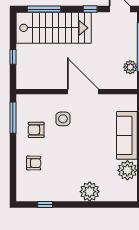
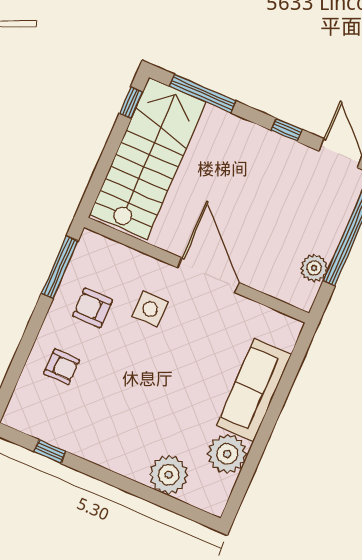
stairs: (54, 28) -> (148, 158), moved, turned -90
window: (13, 57) -> (131, 103), moved
plant: (90, 192) -> (169, 475), moved

